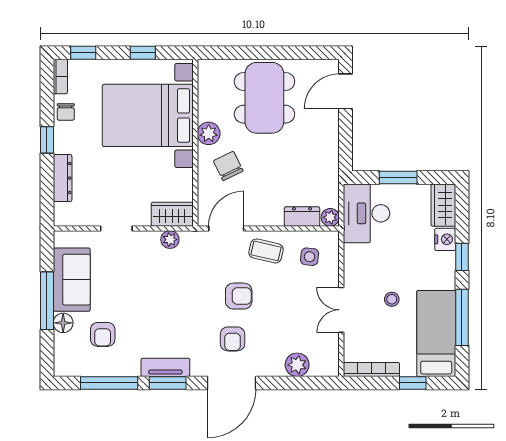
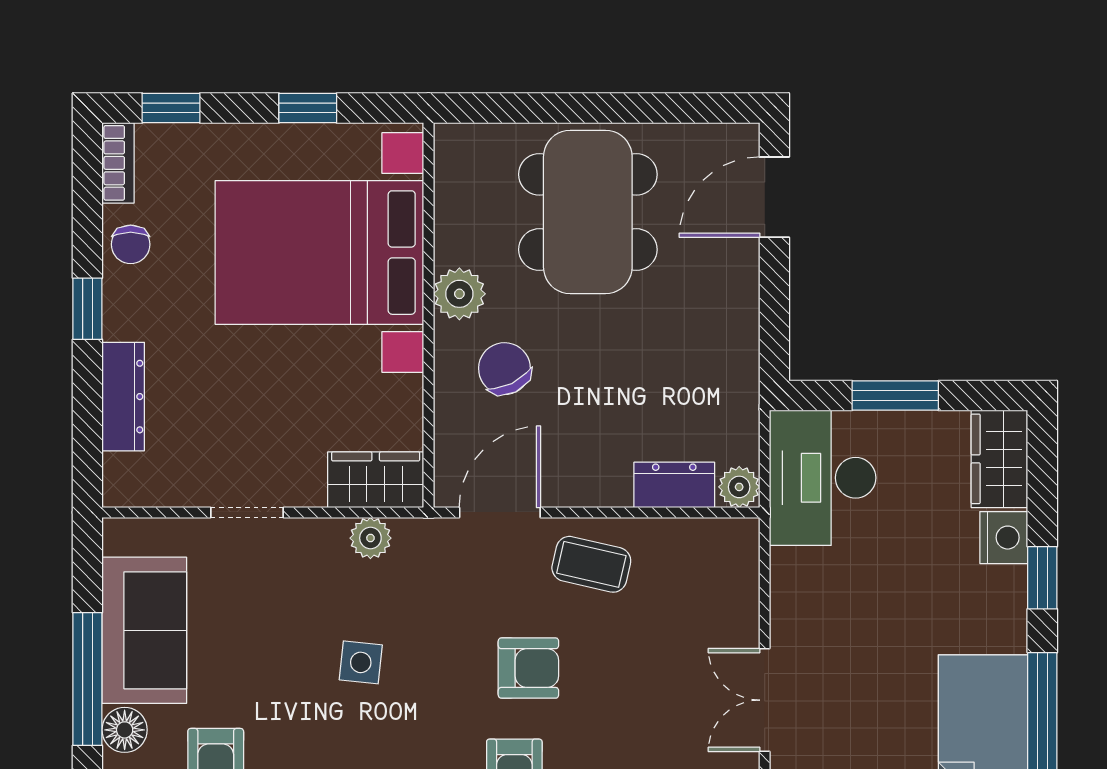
side table: (310, 257) -> (361, 662), moved
stool: (392, 299) -> (881, 675), removed

